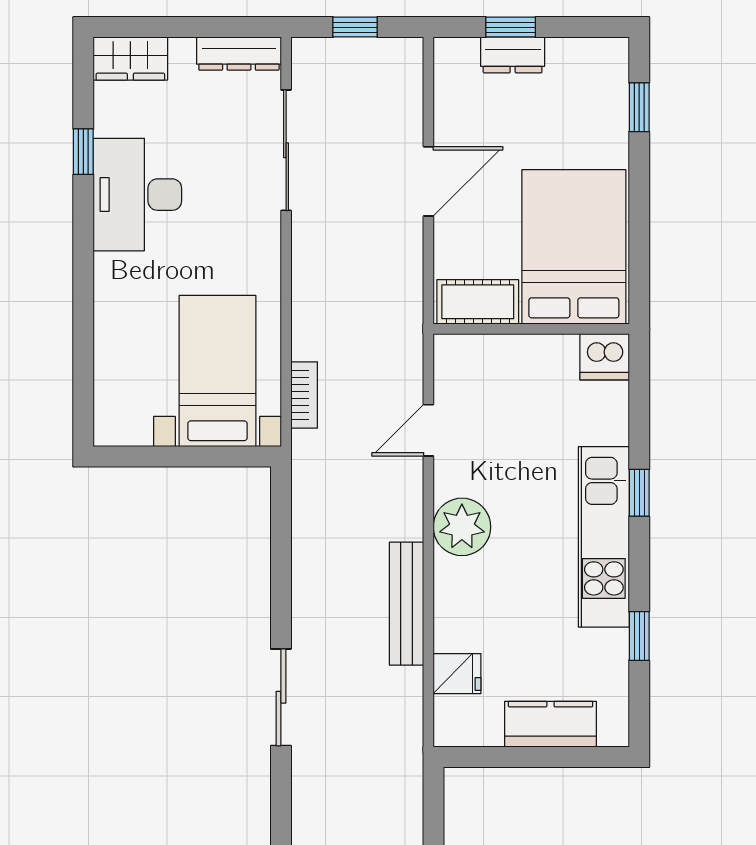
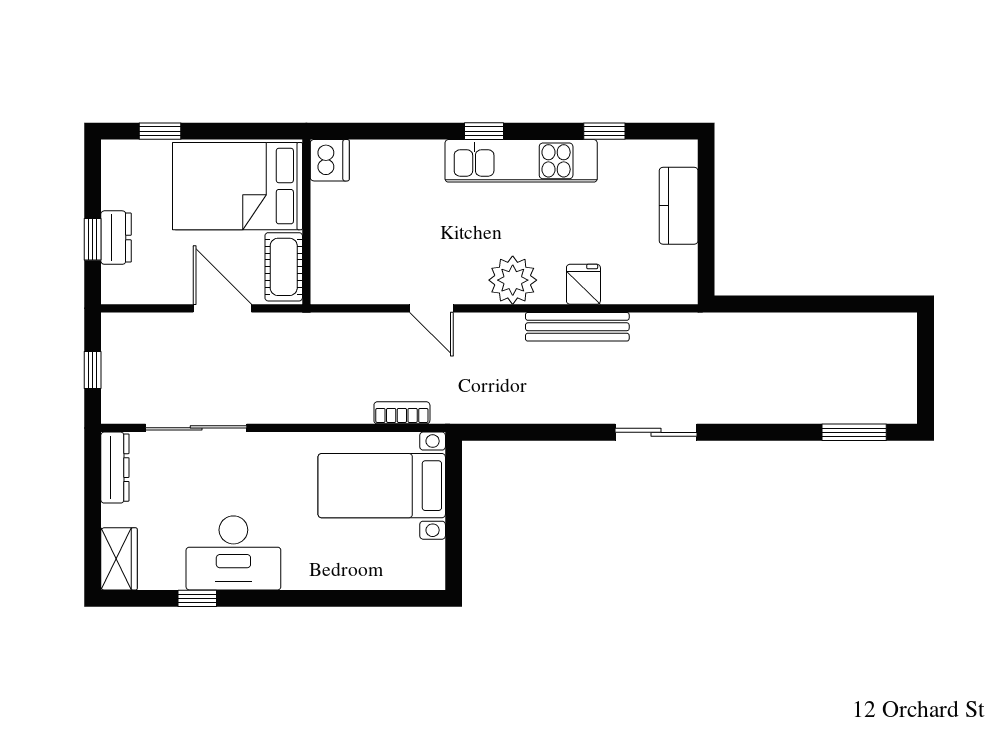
bed: (574, 247) -> (237, 186), moved
cot: (478, 302) -> (284, 267), moved
wall: (531, 329) -> (306, 222), moved
dishwasher: (605, 357) -> (330, 160), moved
fridge: (457, 674) -> (583, 284), moved

